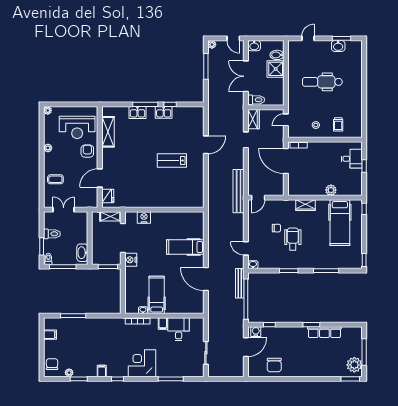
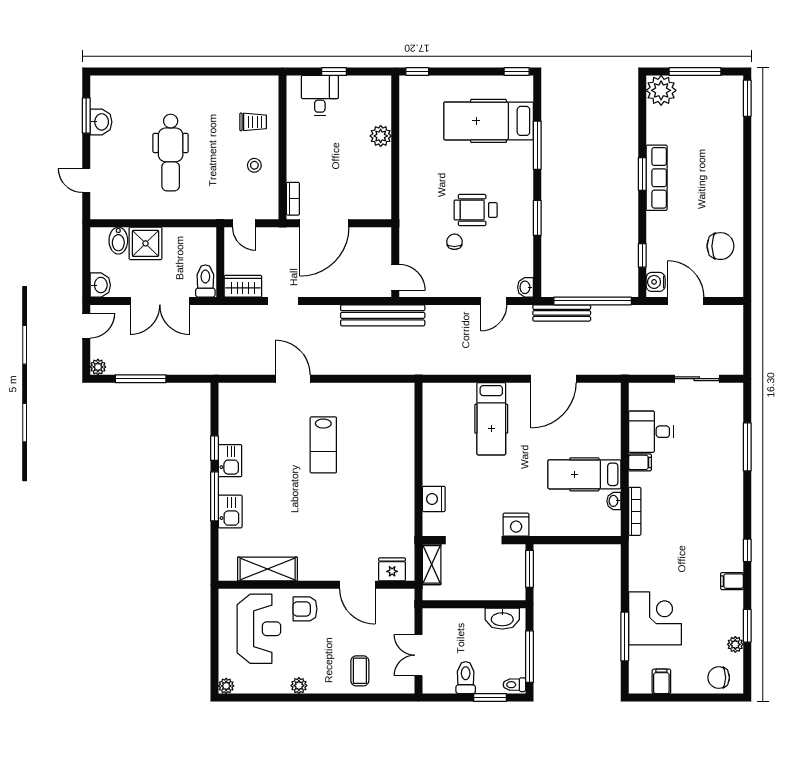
wardrobe: (305, 205) -> (410, 185), removed
hospital bed: (340, 223) -> (489, 121), moved, turned 180
row of seats: (324, 332) -> (657, 178), moved
corner desk: (142, 363) -> (655, 618), moved, turned 180
plant: (354, 365) -> (661, 90), moved

